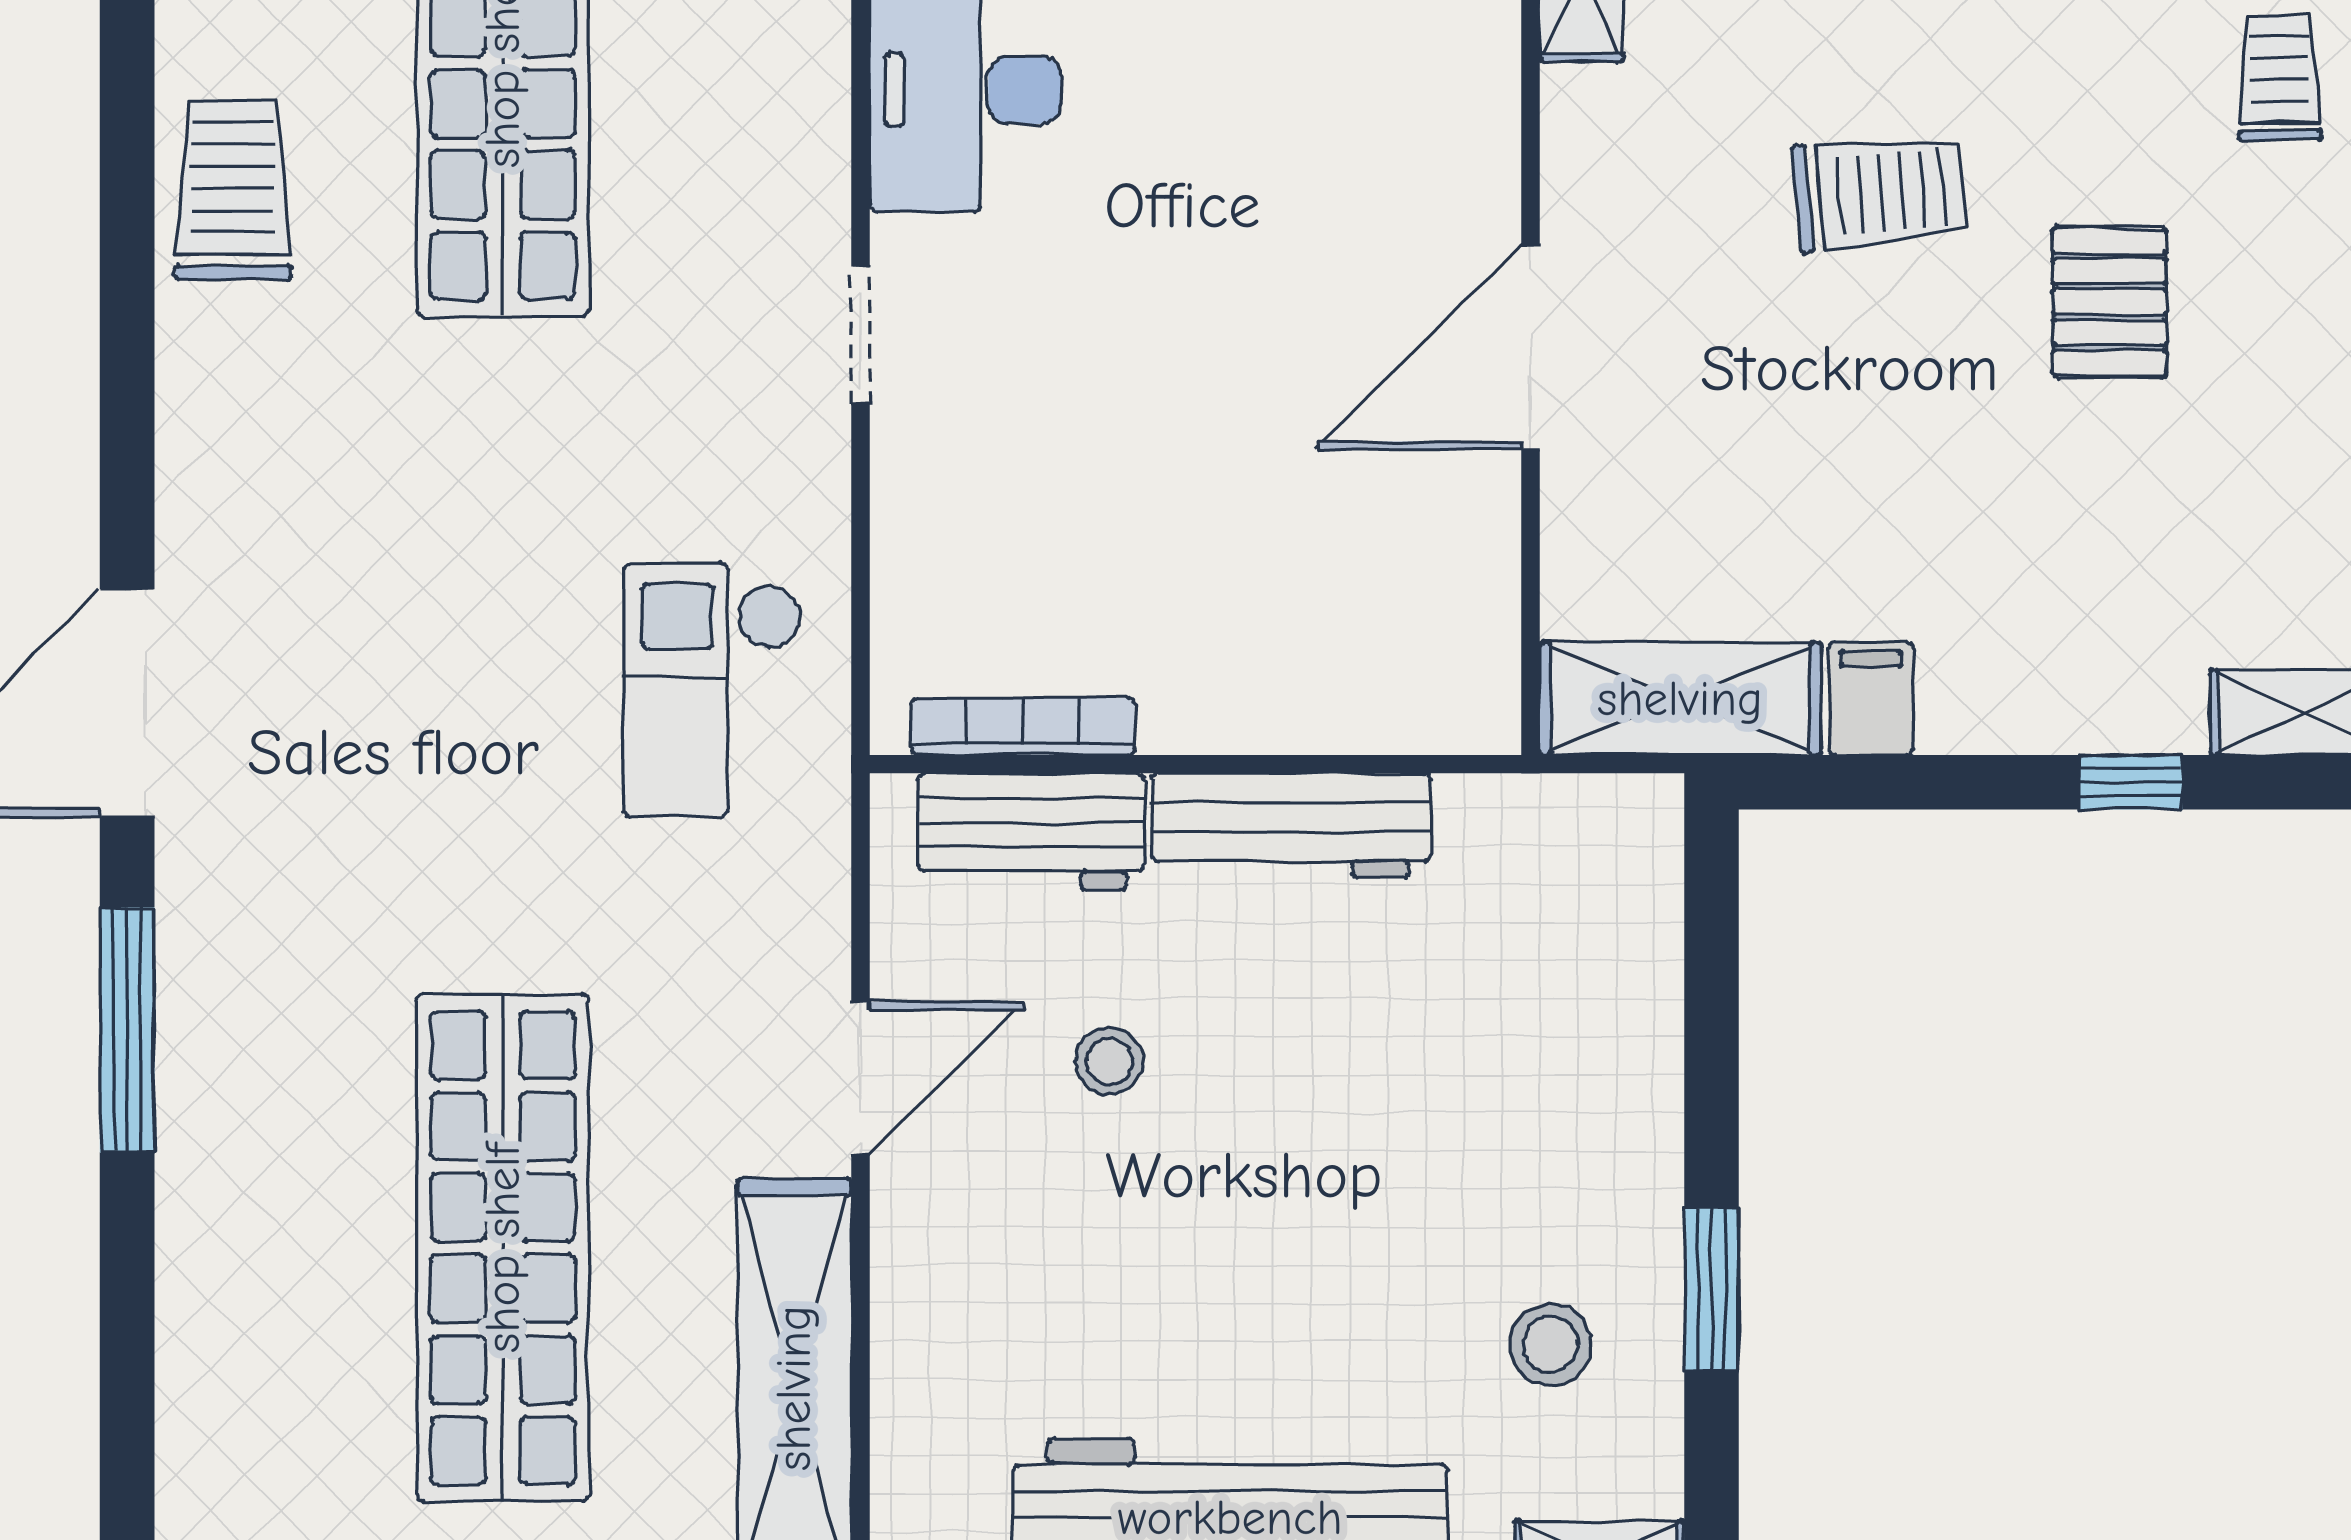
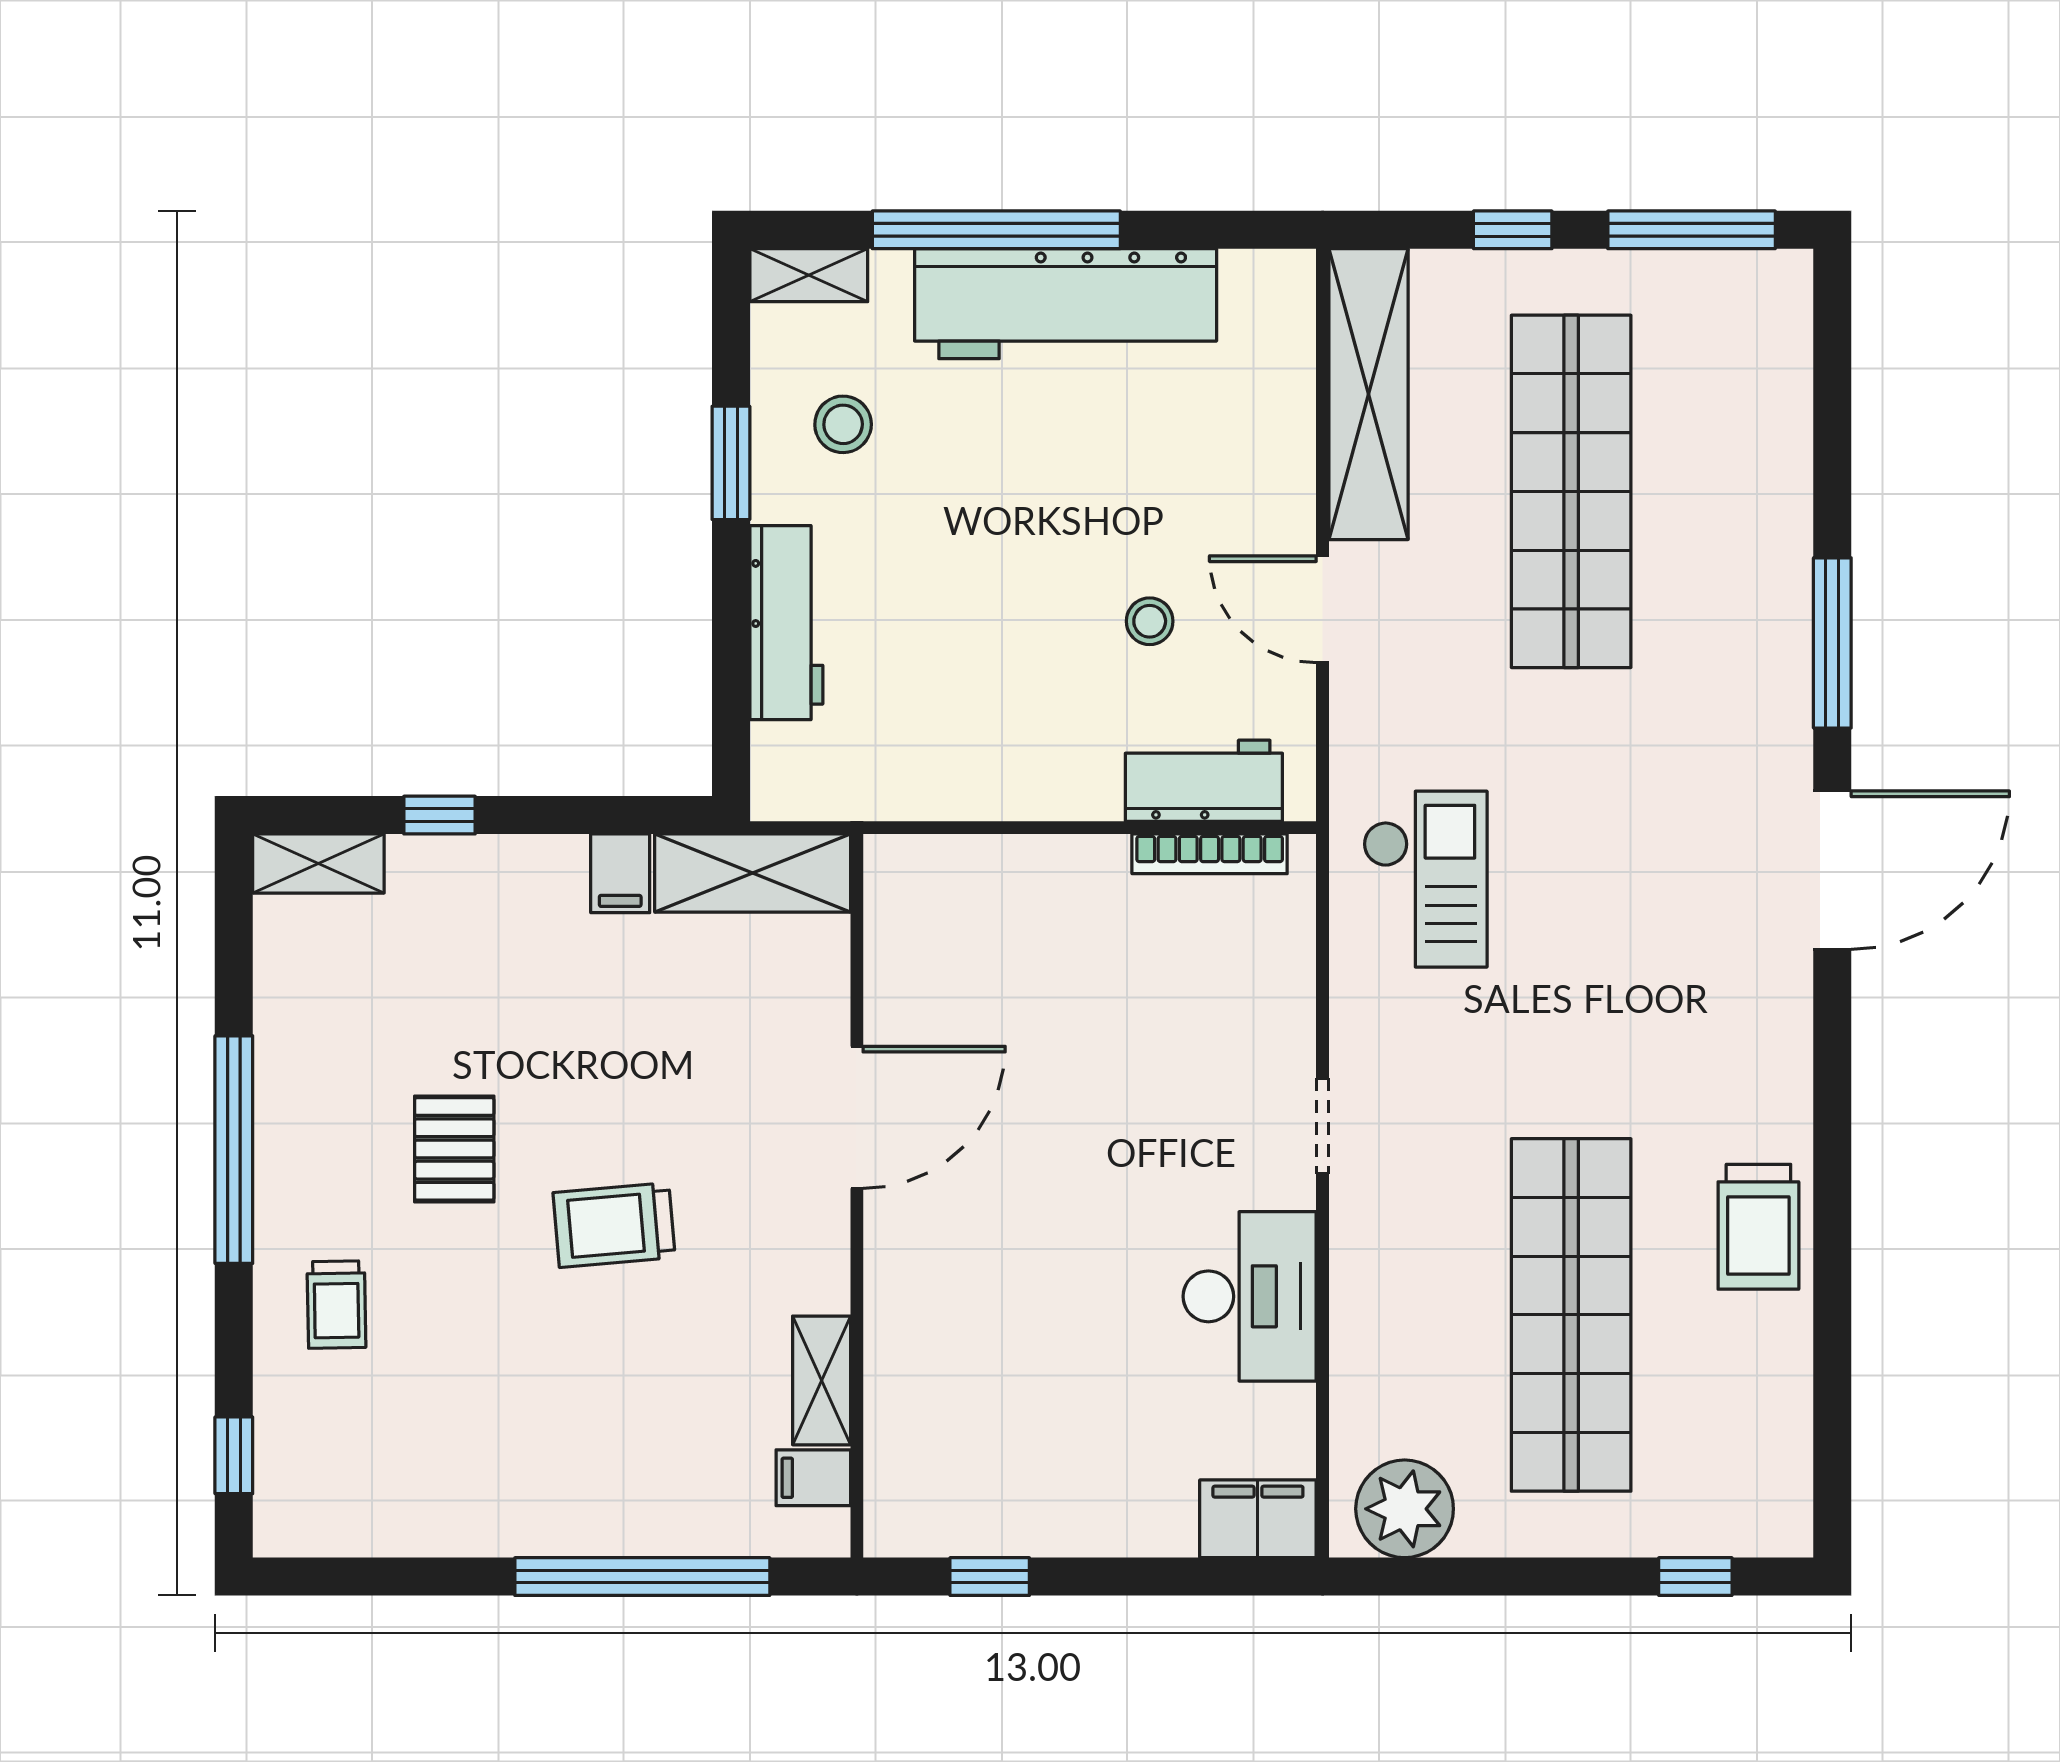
workbench: (1291, 826) -> (786, 623), moved, turned 90
door: (860, 1078) -> (1323, 609), hinge flipped

